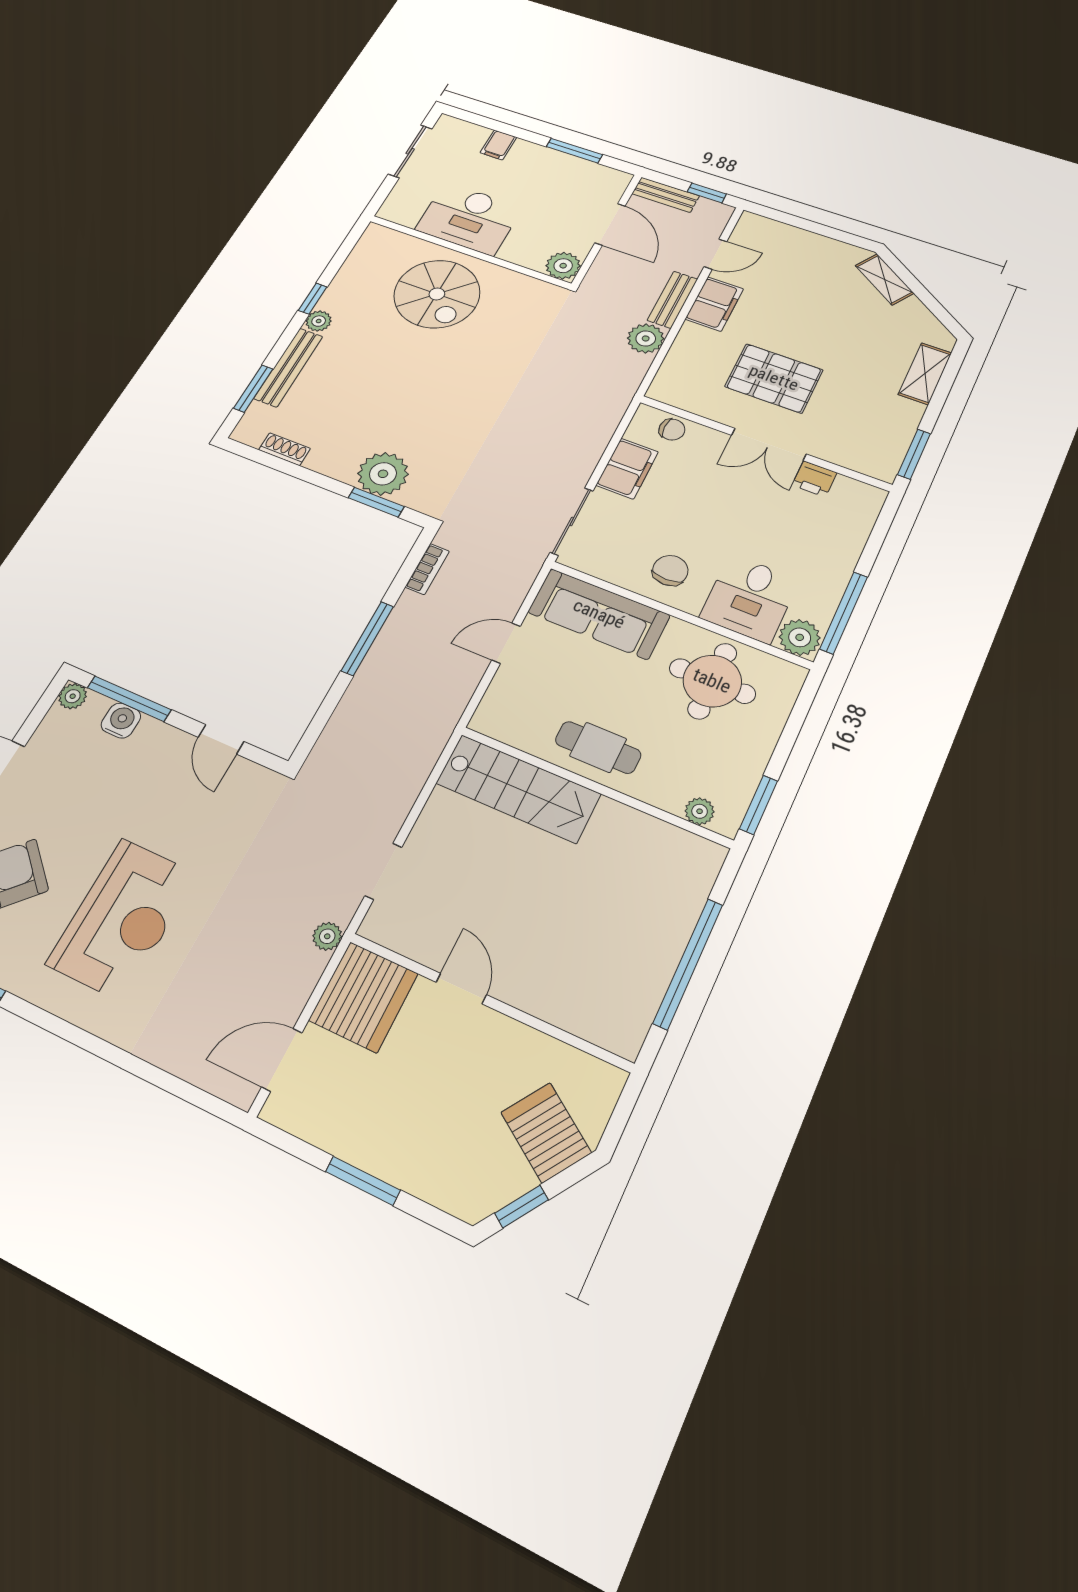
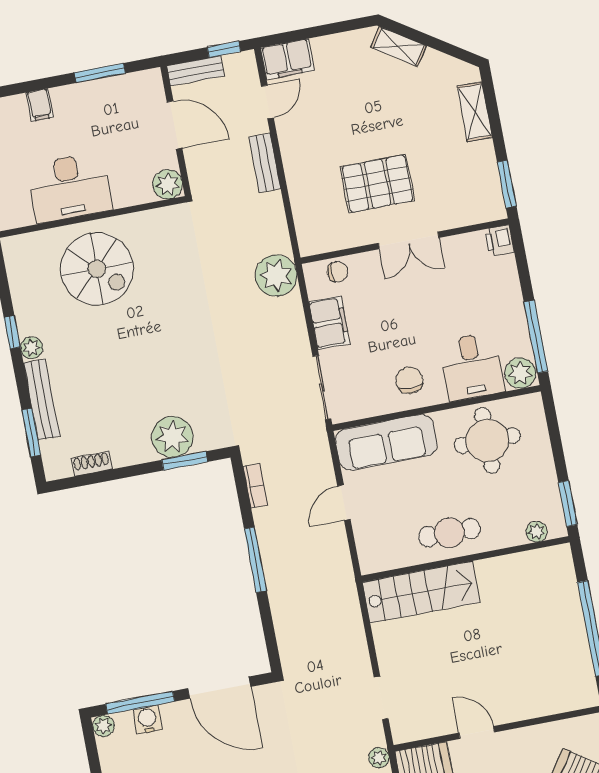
filing cabinet: (714, 304) -> (287, 59), moved, turned 90
plant: (646, 338) -> (276, 276), moved, width x1.36, depth x1.36
printer: (814, 479) -> (499, 241), moved, turned 90
door: (221, 739) -> (219, 688), width x1.88

